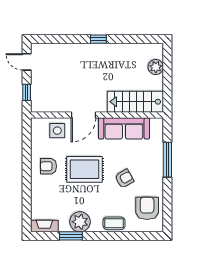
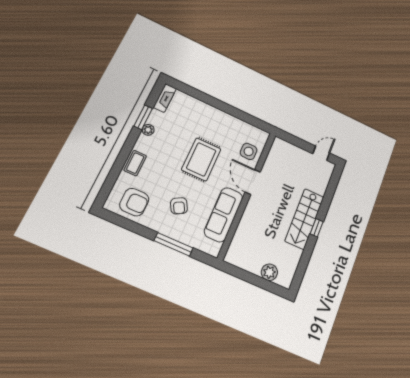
window: (27, 92) -> (294, 141), removed
stairs: (135, 102) -> (305, 219), moved, turned 180
armchair: (48, 166) -> (219, 128), removed
armchair: (124, 179) -> (179, 206), moved
plant: (80, 222) -> (148, 130), width x0.53, depth x0.53

